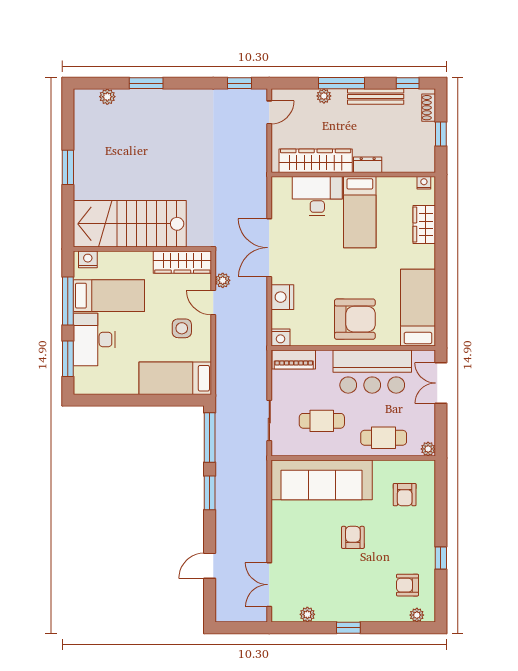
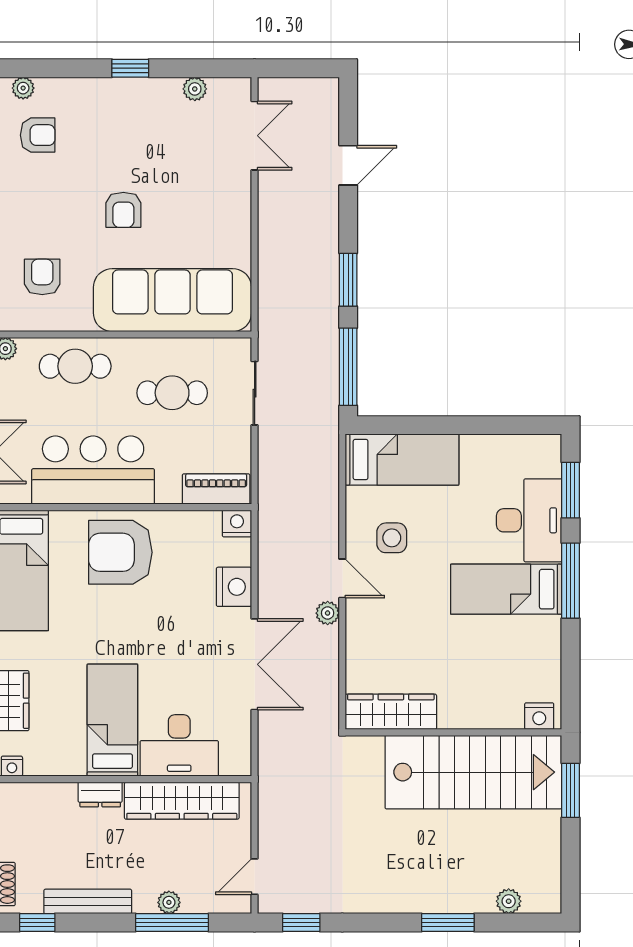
window: (341, 83) -> (172, 923), moved
stairs: (130, 224) -> (473, 772), moved
wall: (142, 249) -> (453, 732), moved
nightstand: (88, 259) -> (539, 716), moved
wardrobe: (182, 262) -> (391, 712), moved

